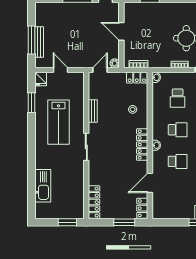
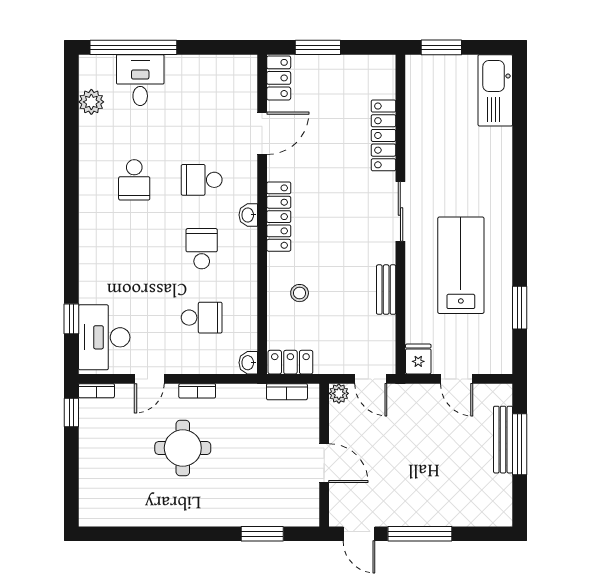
door: (100, 70) -> (371, 379), hinge flipped
fridge: (41, 79) -> (418, 359), moved
school desk: (178, 98) -> (202, 318), turned 90
school desk: (178, 130) -> (202, 249), turned 90
kitchen sink: (43, 186) -> (495, 90), moved
locker: (94, 202) -> (383, 135), moved

